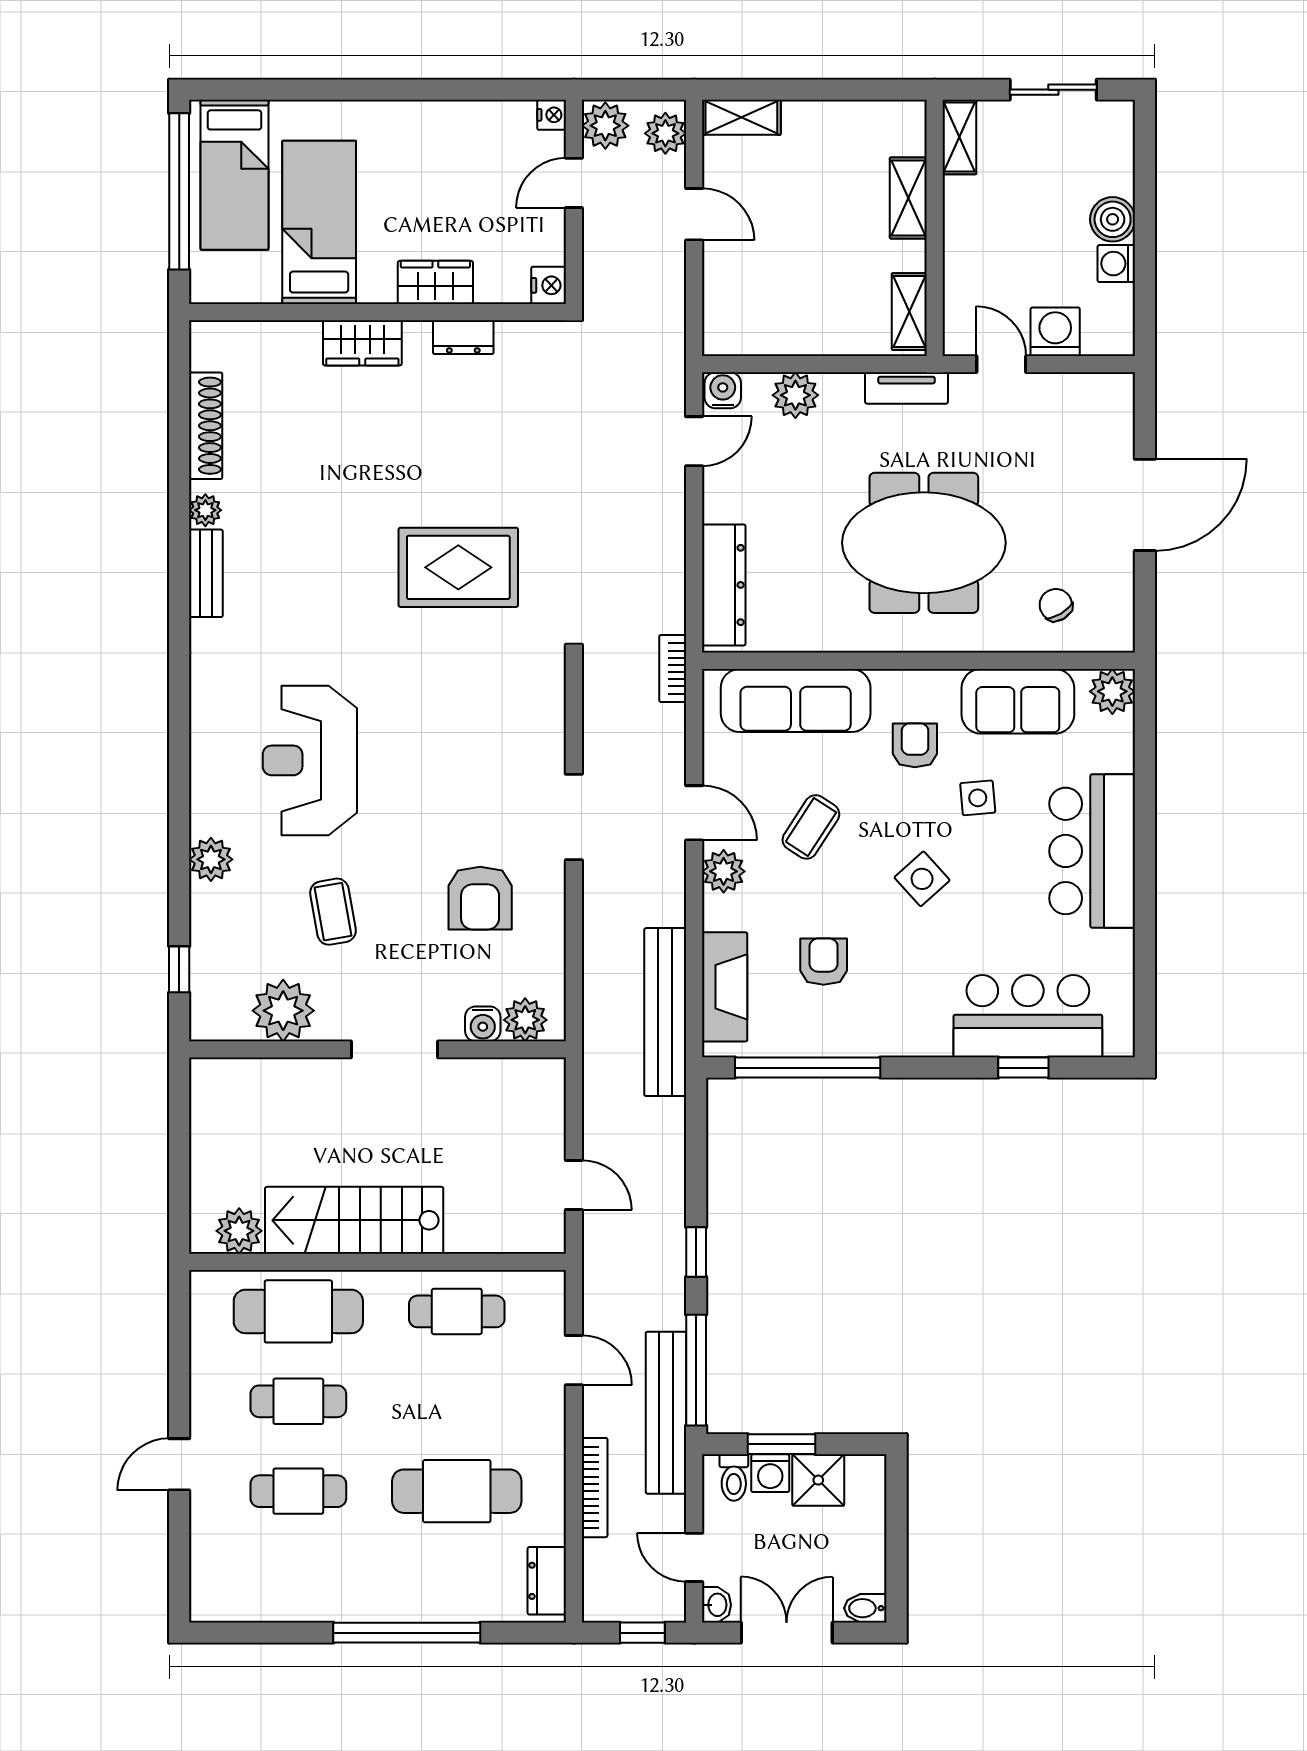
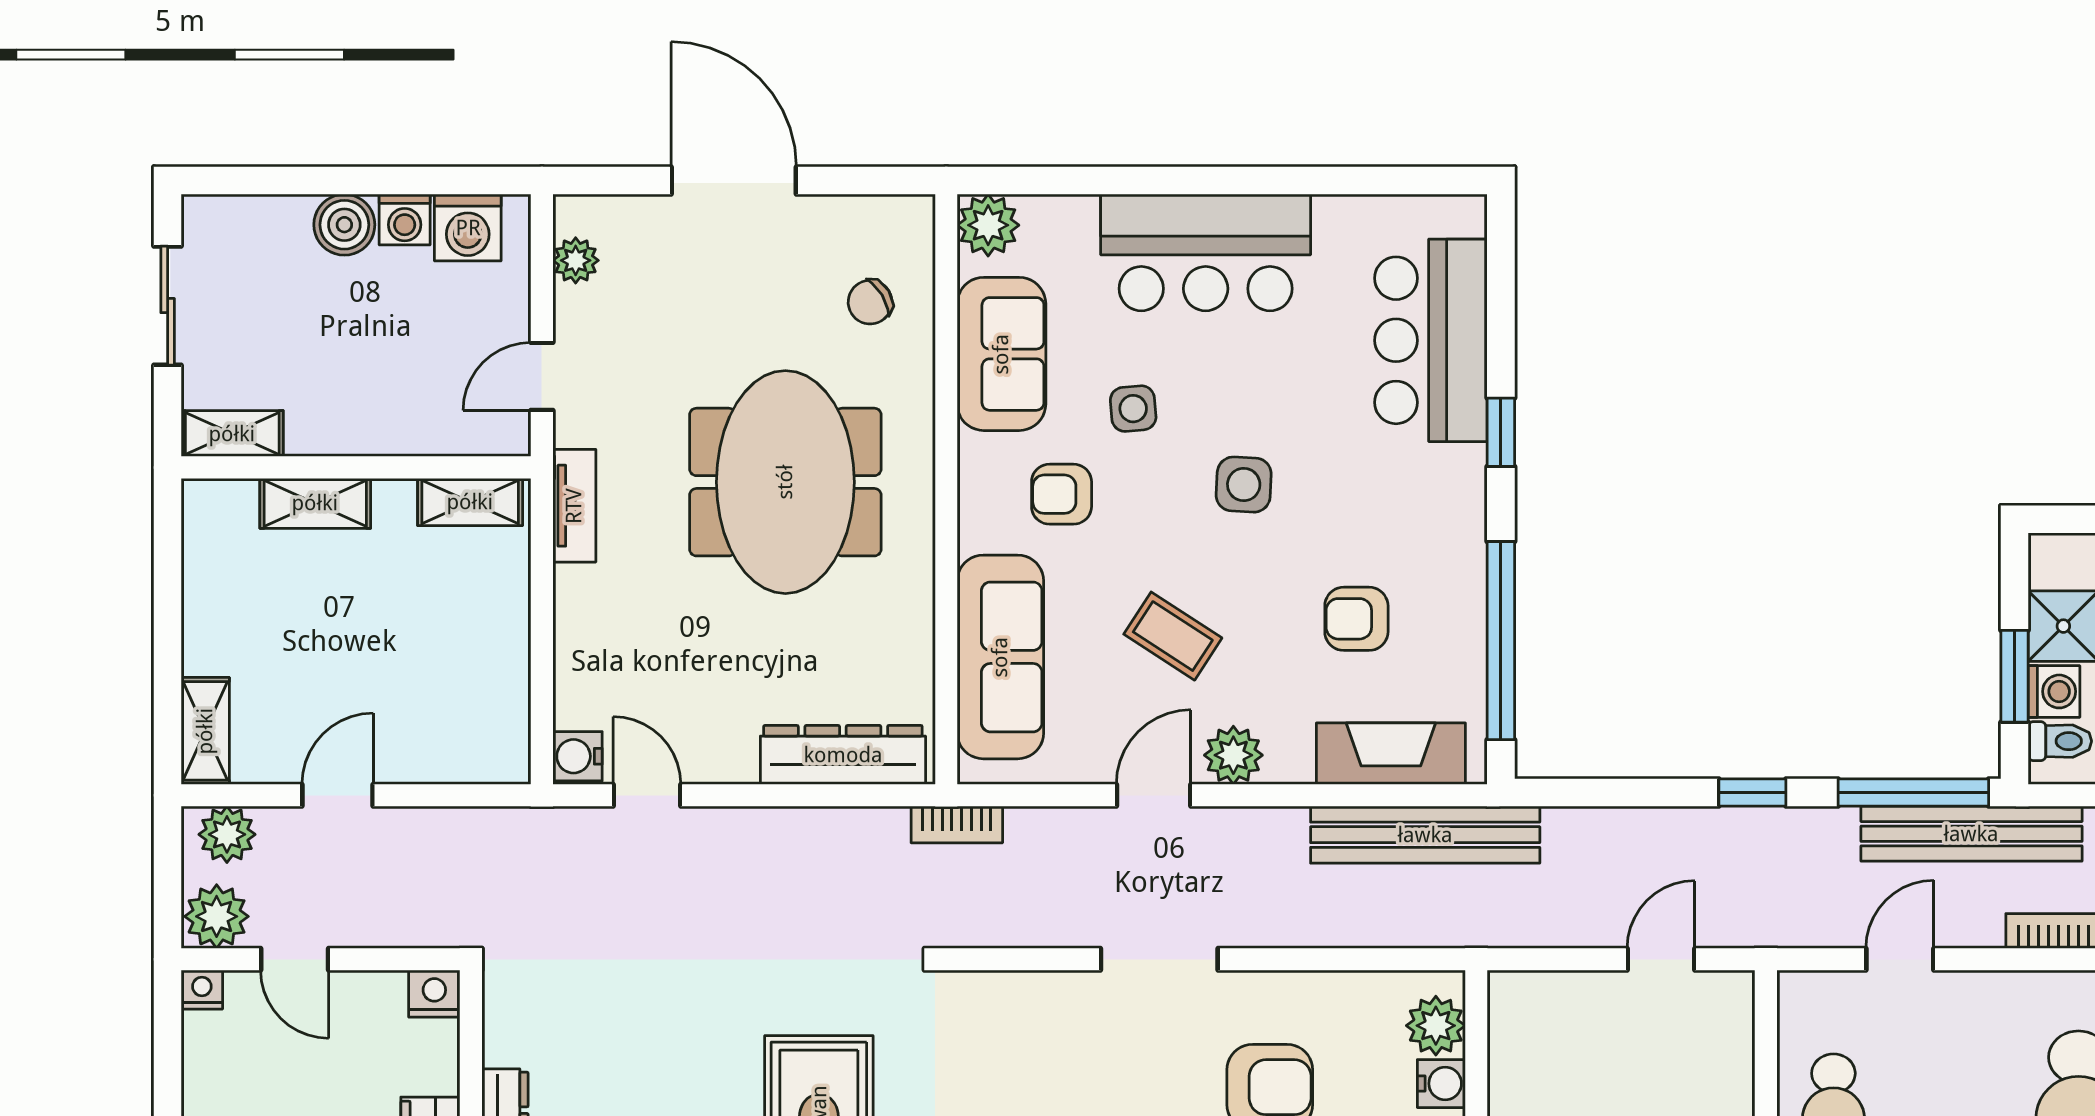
washing machine: (1055, 332) -> (468, 228), moved, turned -90
plant: (795, 395) -> (576, 260), moved, width x0.73, depth x0.73
side table: (922, 879) -> (1244, 485), turned 45
window: (1023, 1068) -> (1501, 432), moved

